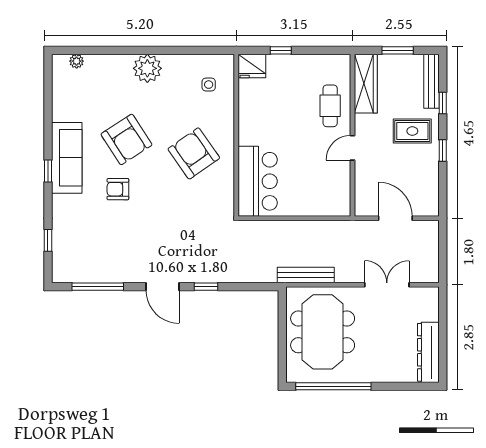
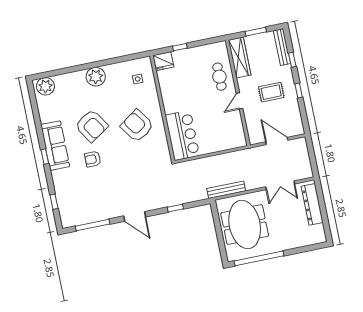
plant: (77, 61) -> (45, 86), width x1.88, depth x1.88
rug: (412, 131) -> (271, 92), moved
double door: (387, 285) -> (280, 185), swing flipped
window: (206, 287) -> (175, 208), moved
dresser: (428, 352) -> (312, 204), moved

